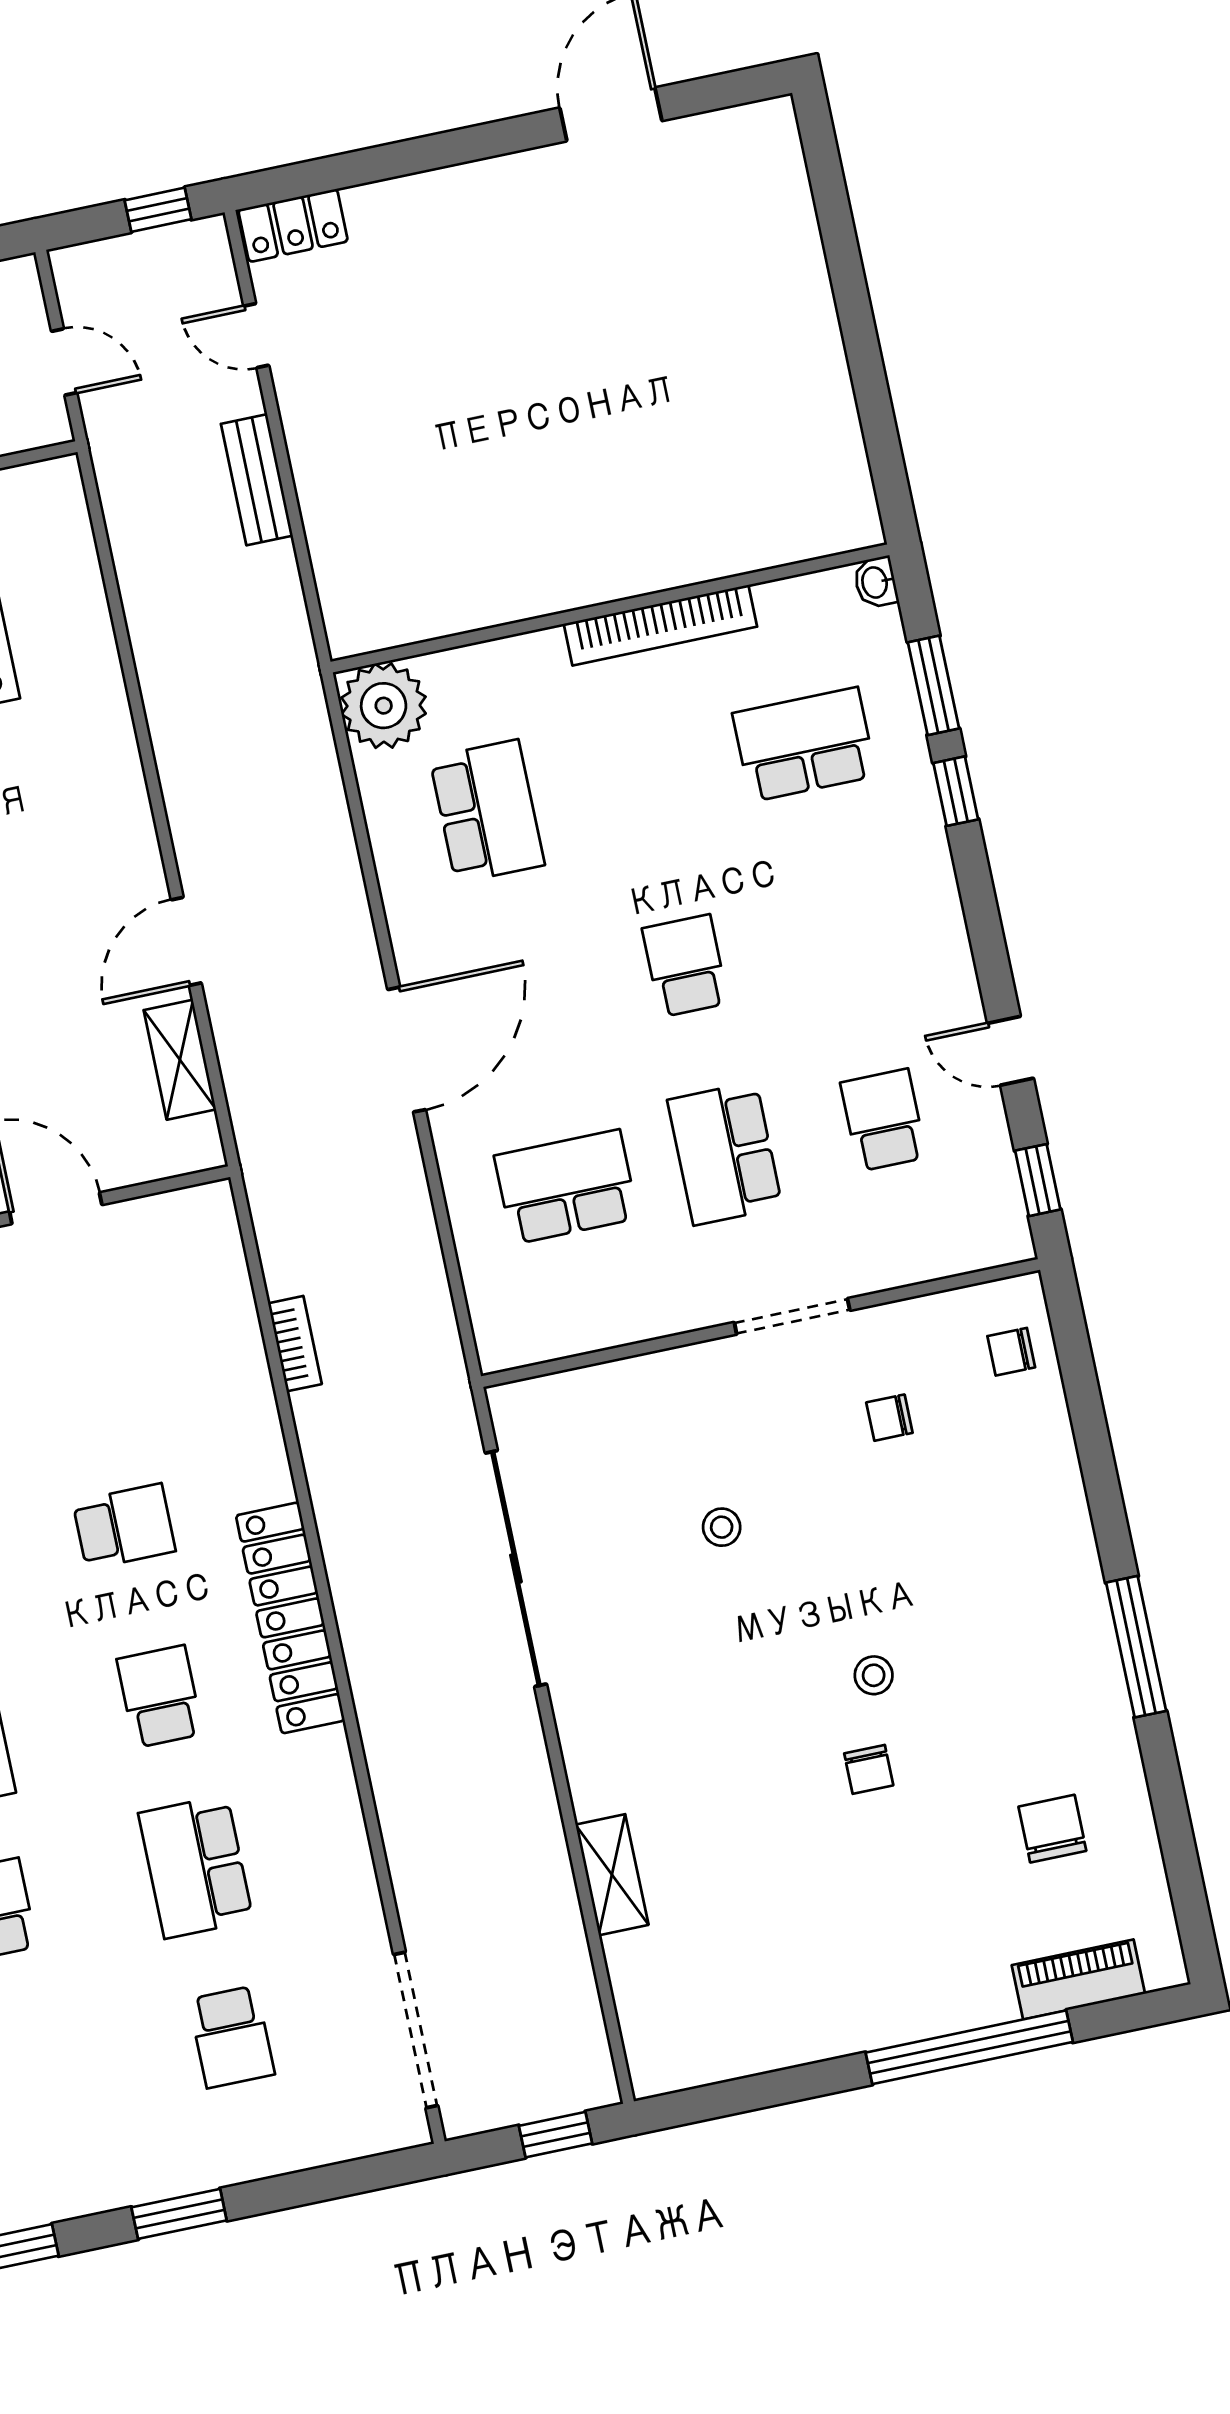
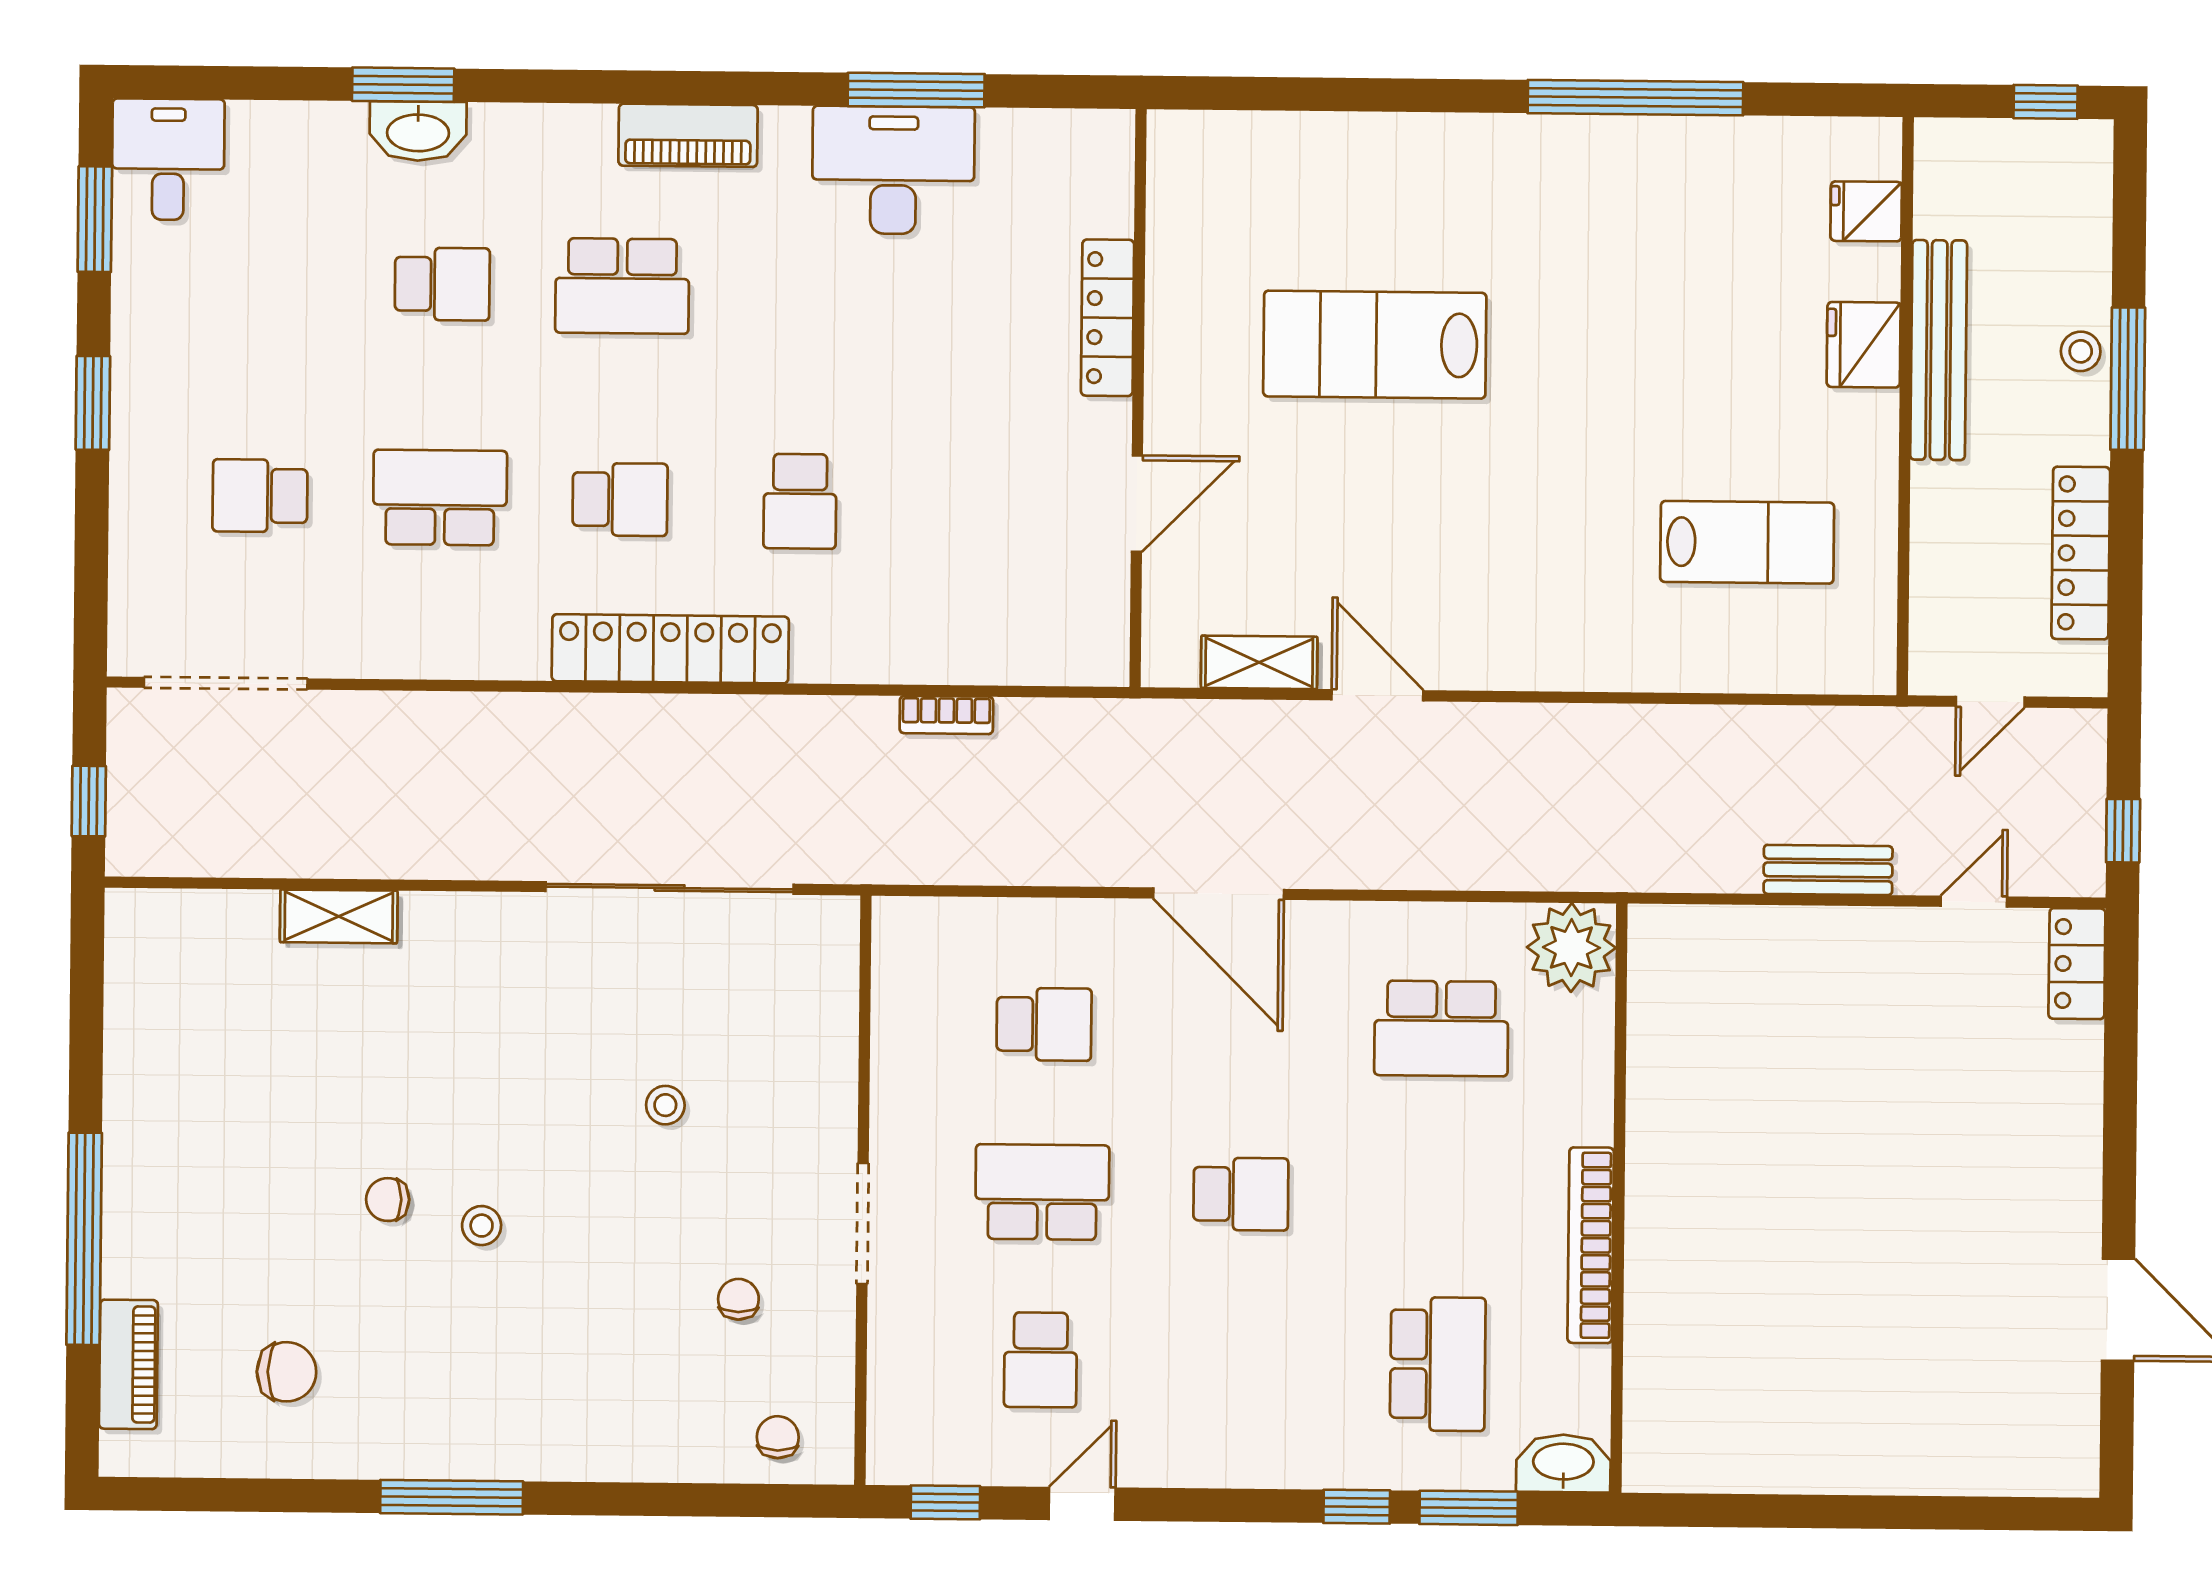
washbasin: (876, 582) -> (1563, 1463), width x1.91, depth x1.45
school desk: (883, 1120) -> (1040, 1360), turned 90
school desk: (566, 1187) -> (1044, 1024), width x0.54

